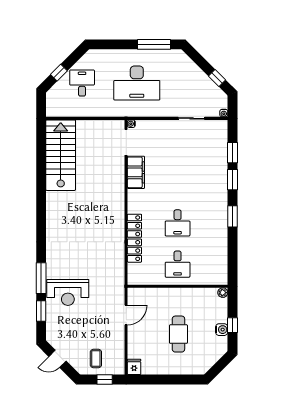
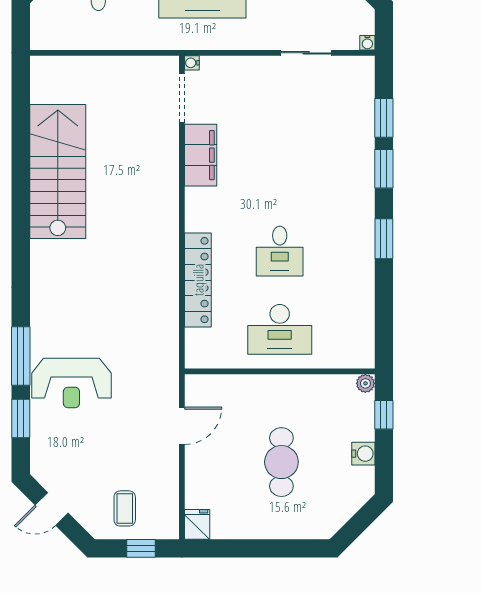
stairs: (61, 155) -> (58, 172), moved
desk: (178, 264) -> (280, 329), width x1.37
window: (232, 325) -> (384, 415), moved

